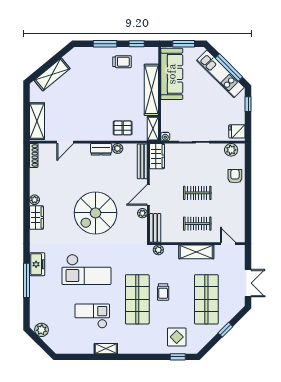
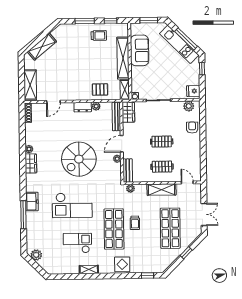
sofa: (172, 74) -> (140, 50), width x0.73
display table: (177, 337) -> (122, 264), moved

